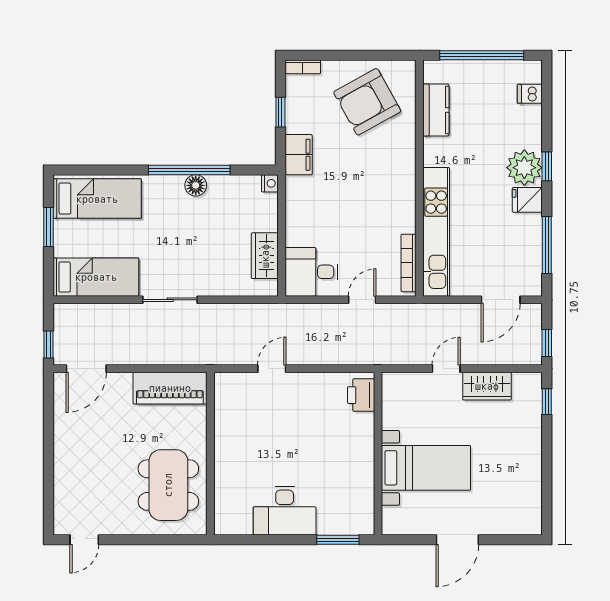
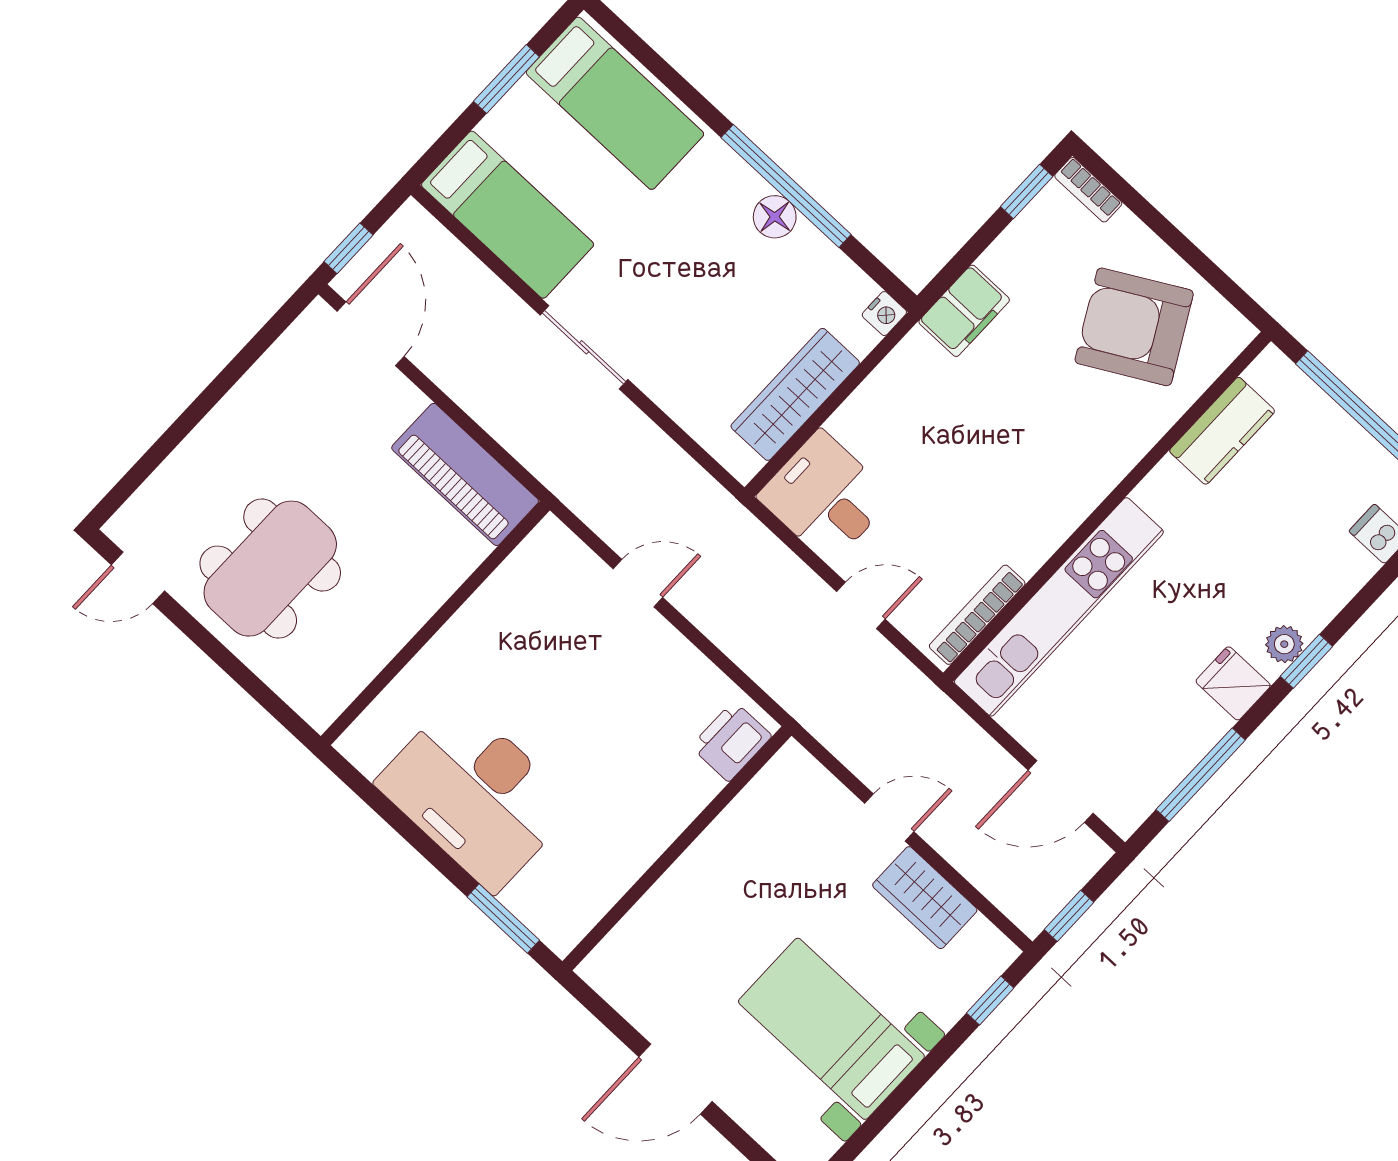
window: (280, 112) -> (1027, 192), moved
plant: (524, 168) -> (1284, 644), width x0.53, depth x0.53
wardrobe: (265, 256) -> (795, 394), width x1.50
door: (86, 369) -> (371, 334), swing flipped
bed with nightstands: (426, 468) -> (831, 1029), moved, turned 180
dining table: (168, 485) -> (270, 569), moved
desk: (285, 511) -> (476, 794), width x1.36, depth x1.30

